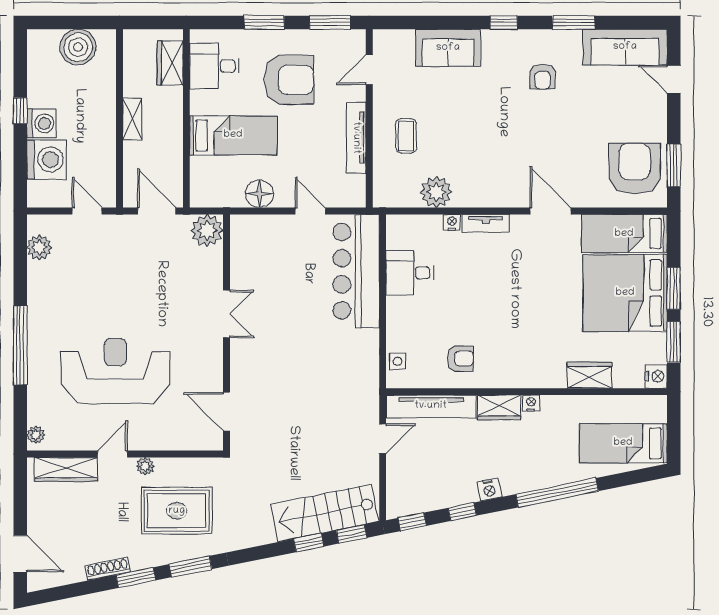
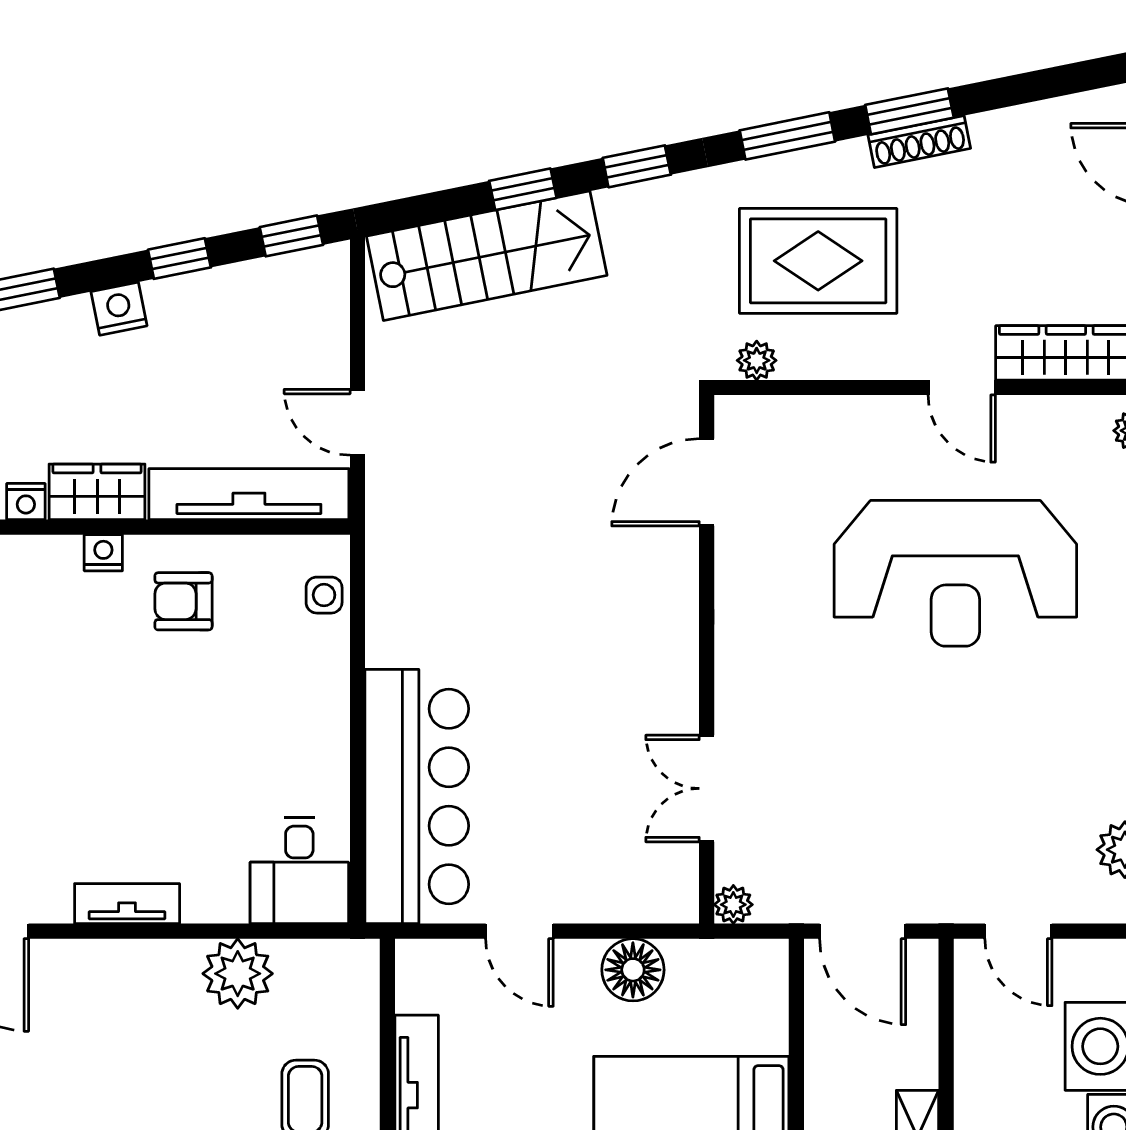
nightstand: (452, 222) -> (103, 553), moved, turned 180
plant: (207, 230) -> (733, 905), width x0.53, depth x0.53
desk: (410, 273) -> (299, 871), moved, turned 90
double door: (227, 314) -> (707, 788), moved
door: (227, 412) -> (707, 482), swing flipped
door: (383, 439) -> (357, 422), hinge flipped
door: (112, 454) -> (962, 388), hinge flipped
plant: (145, 466) -> (757, 360), moved
window: (352, 534) -> (637, 166), moved
shoe rack: (108, 569) -> (919, 142), moved

